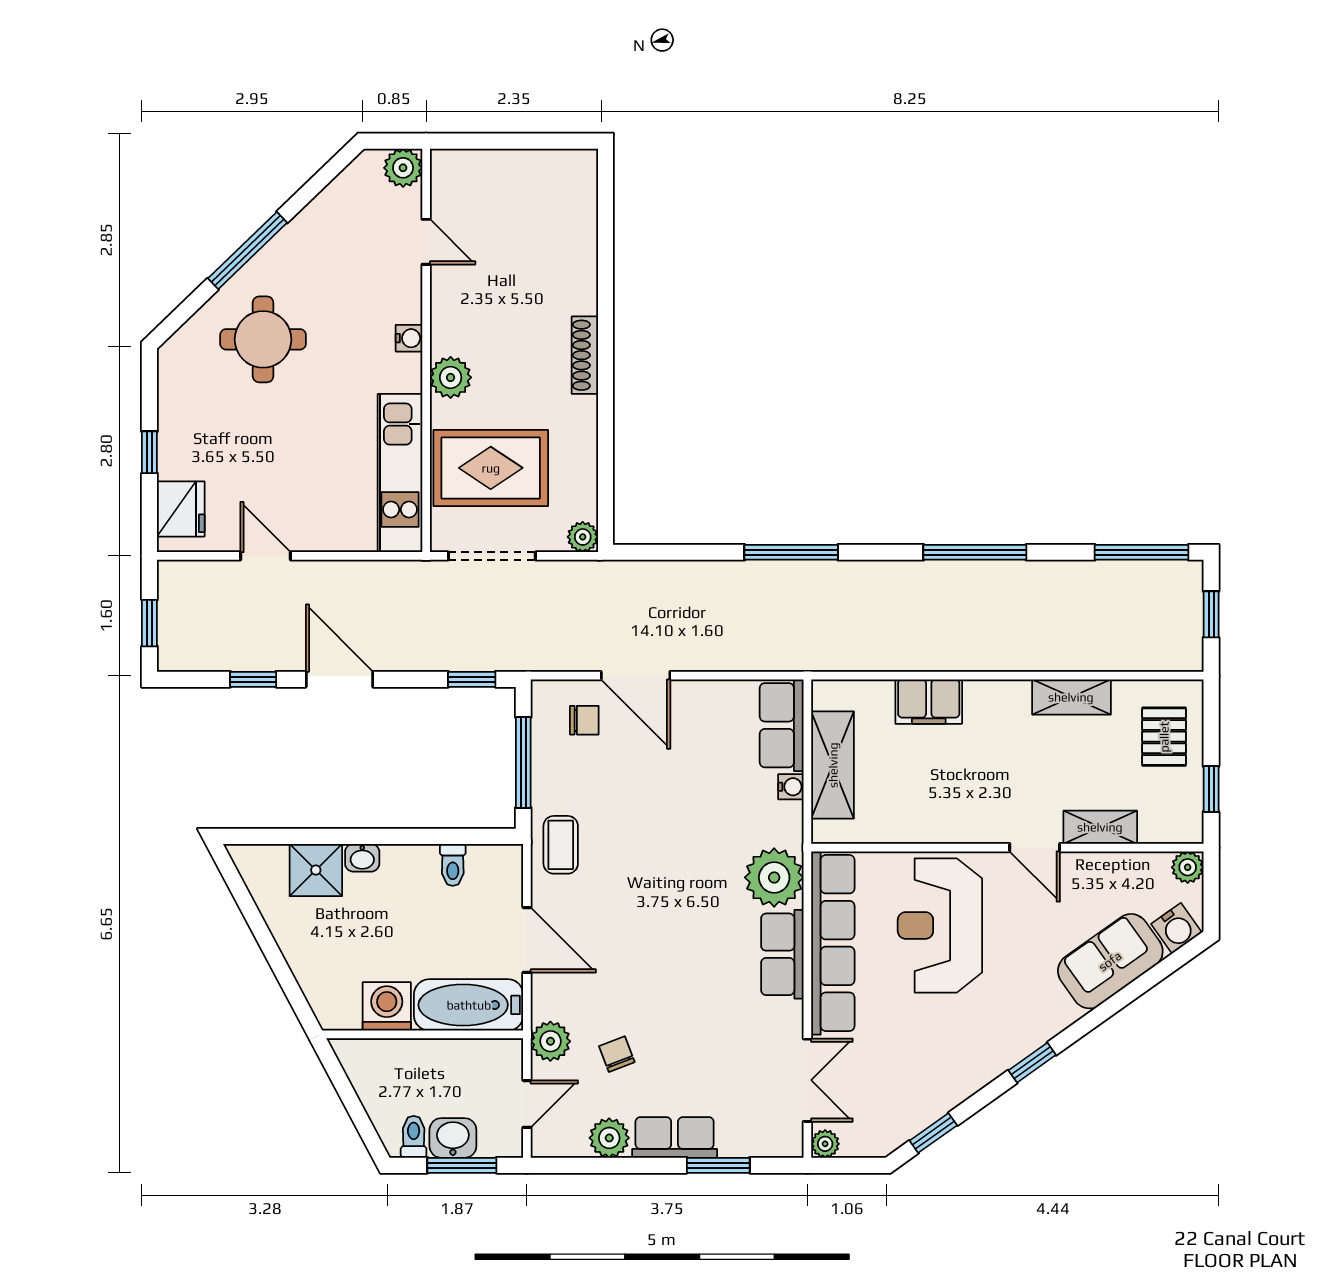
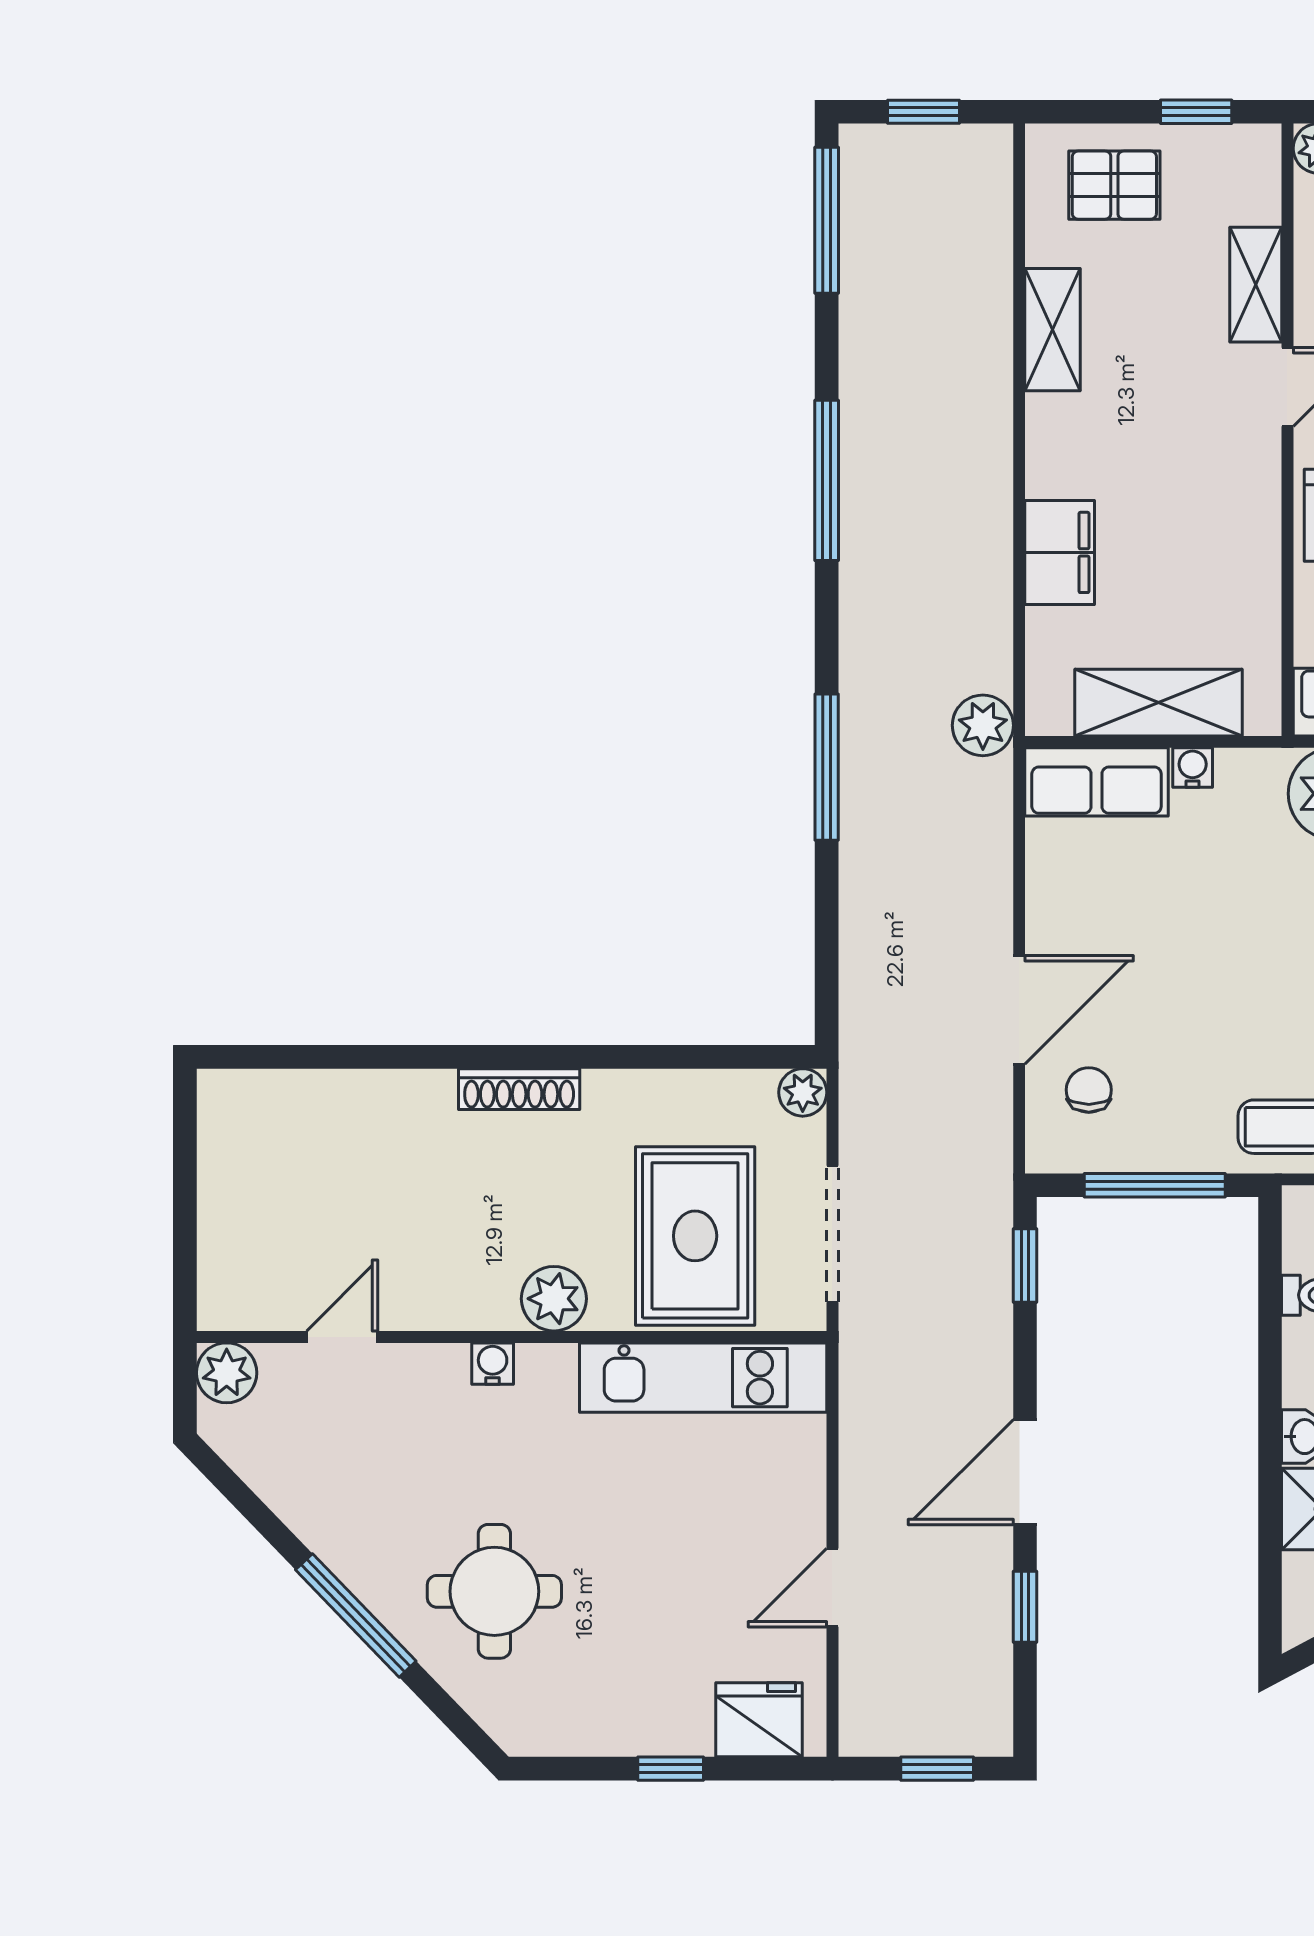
plant: (818, 652) -> (983, 725), added

